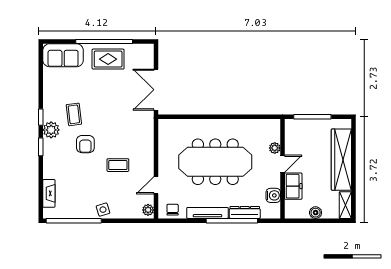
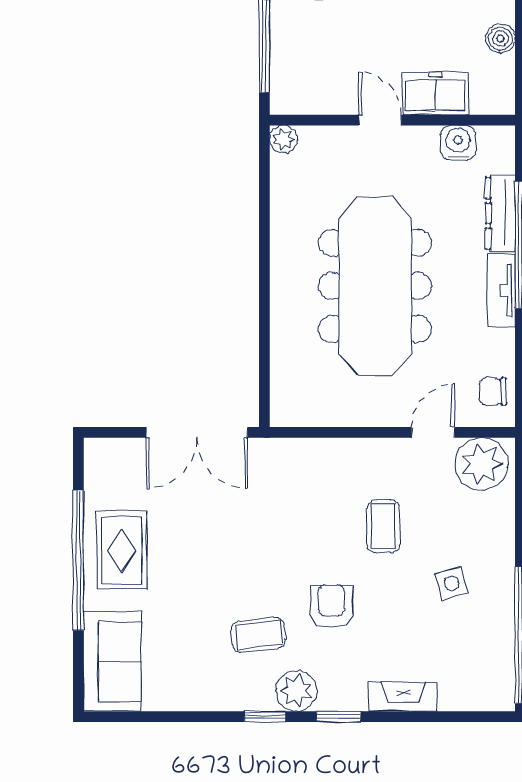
armchair: (85, 144) -> (331, 607), turned -90
plant: (275, 148) -> (283, 139), moved
door: (156, 185) -> (433, 432), swing flipped
fireplace: (49, 193) -> (403, 697), moved
side table: (103, 210) -> (452, 583), moved
plant: (148, 210) -> (482, 464), width x1.87, depth x1.87
tv unit: (207, 213) -> (501, 290), width x0.71

